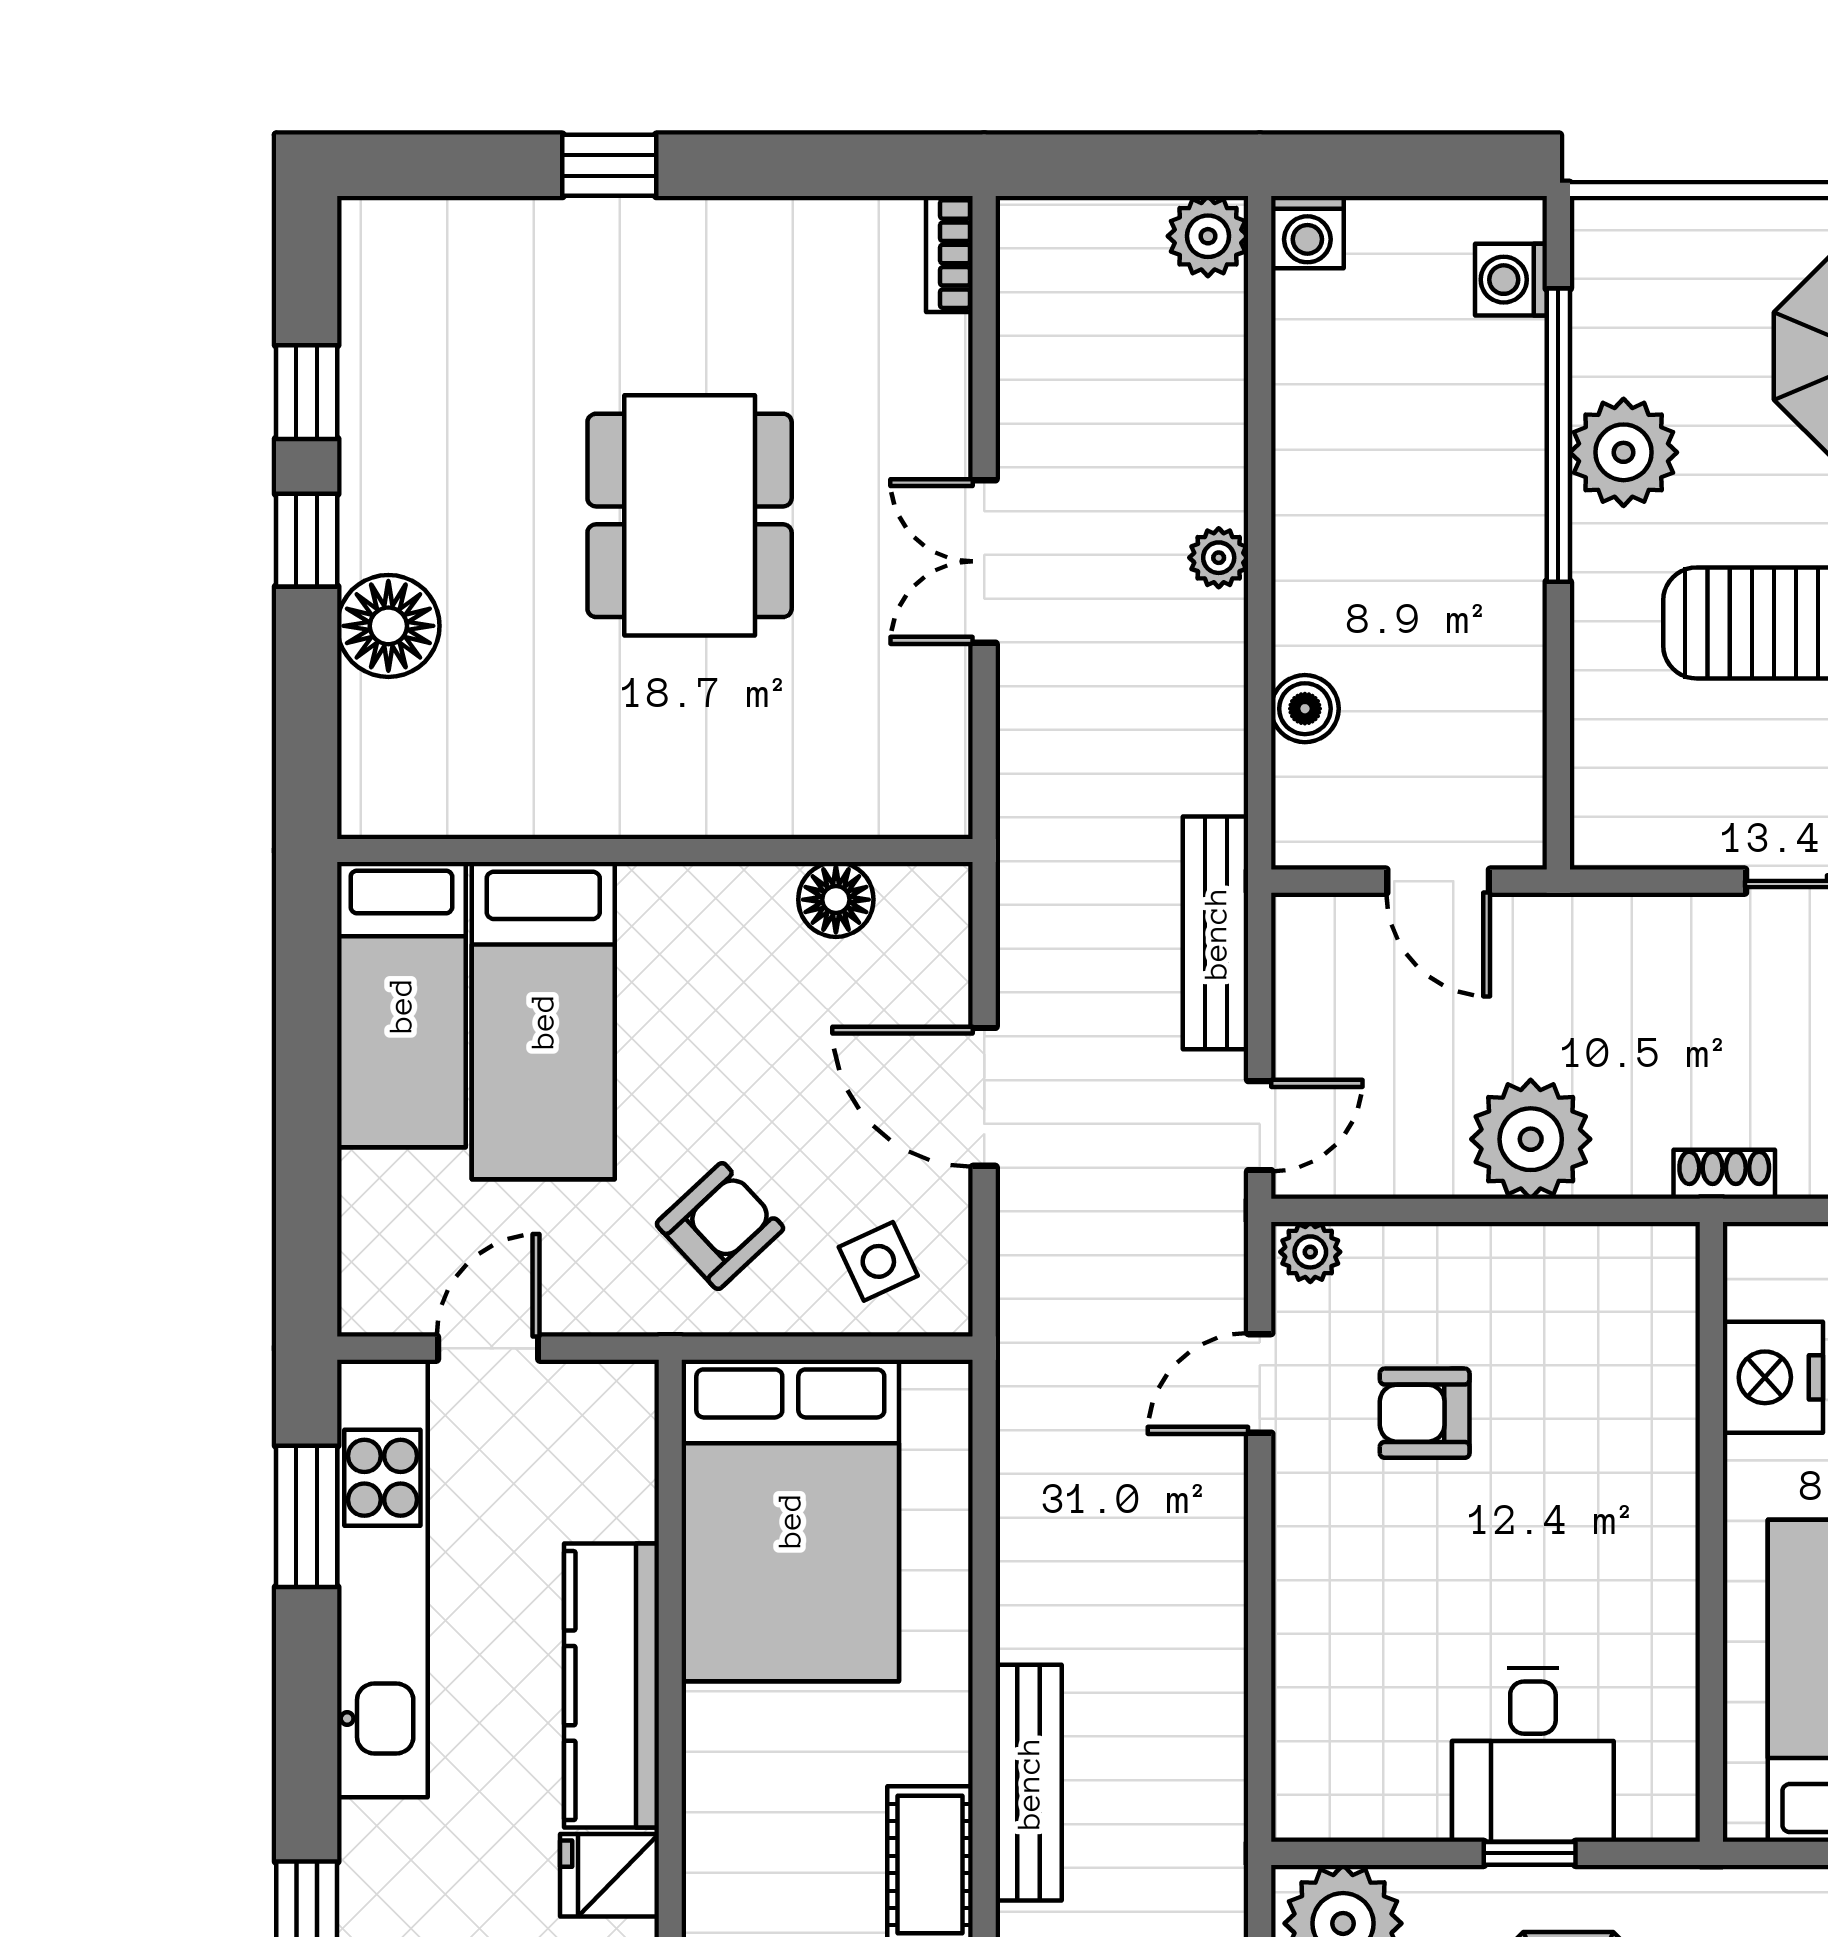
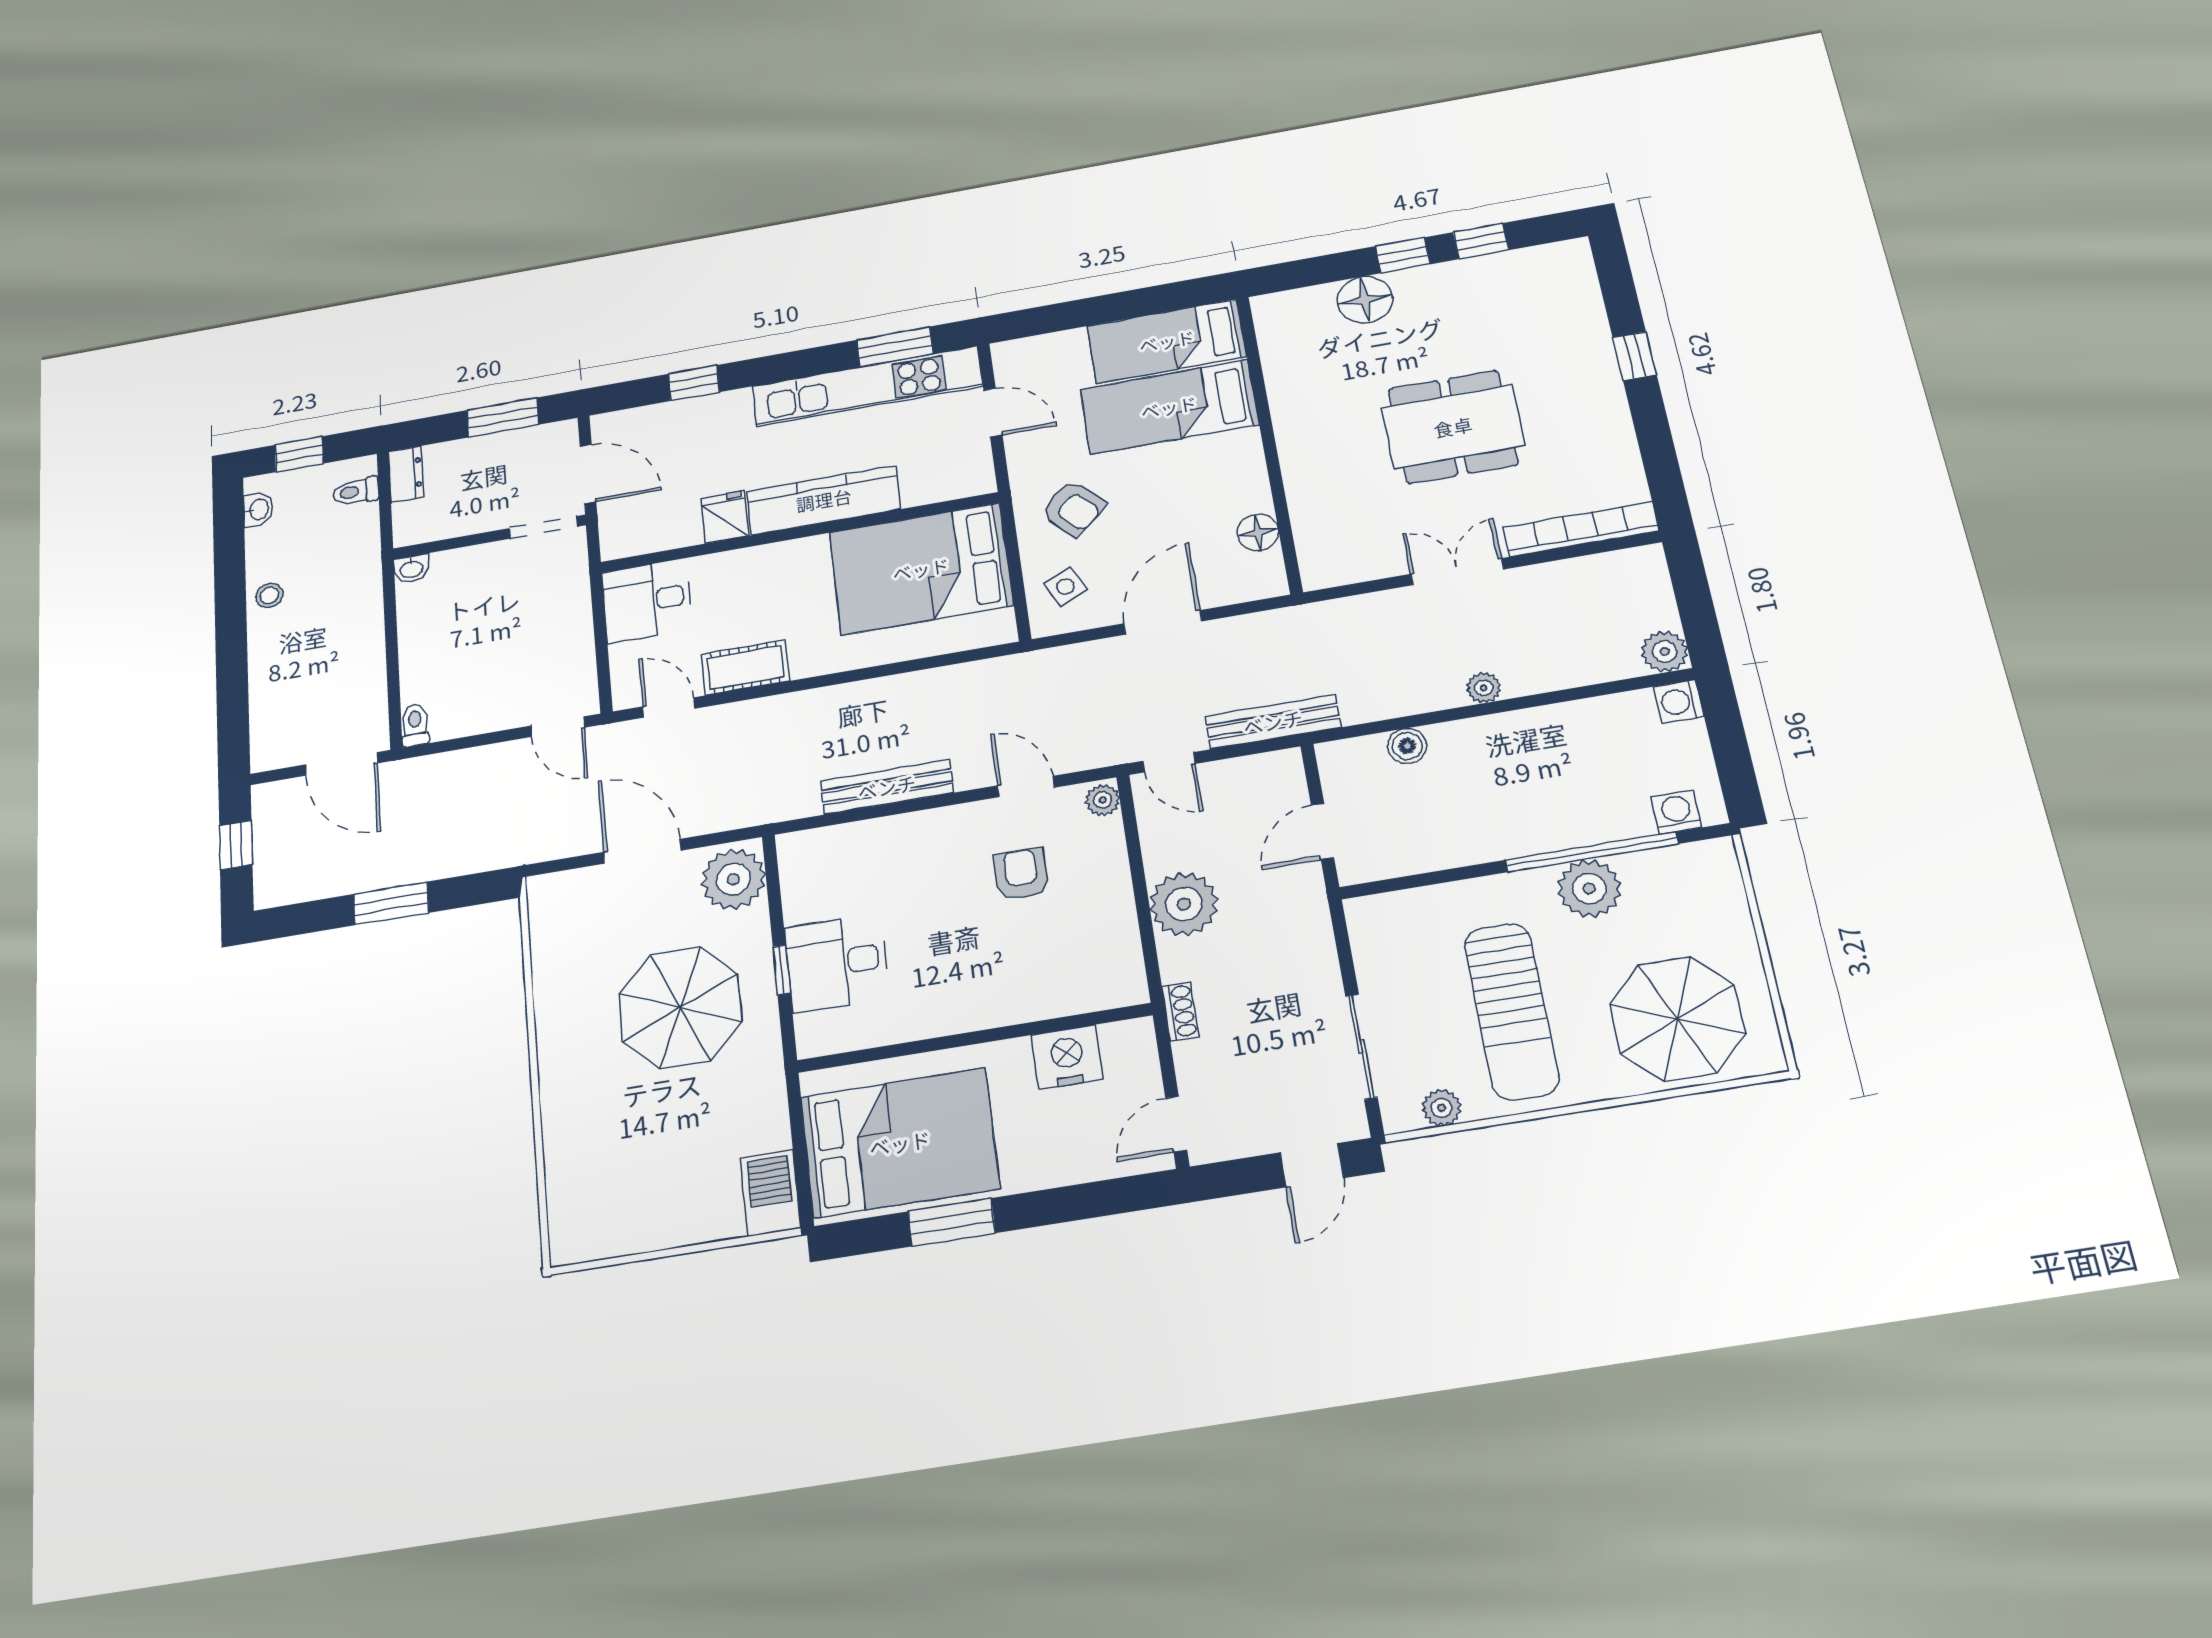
bookcase: (949, 254) -> (1581, 529), width x2.31, depth x1.31
bench: (1029, 1783) -> (887, 787), moved

